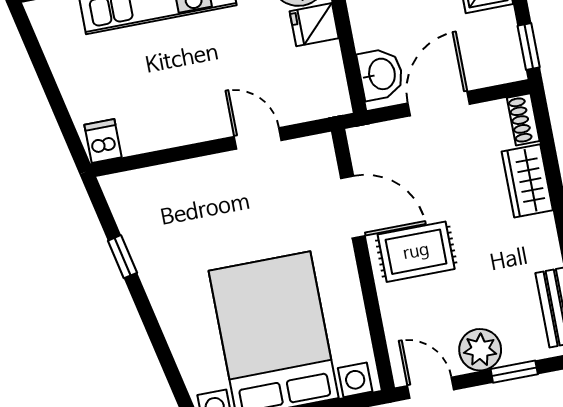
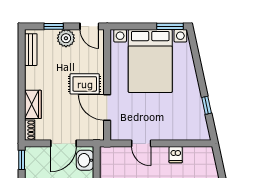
dishwasher: (103, 141) -> (176, 155), moved

